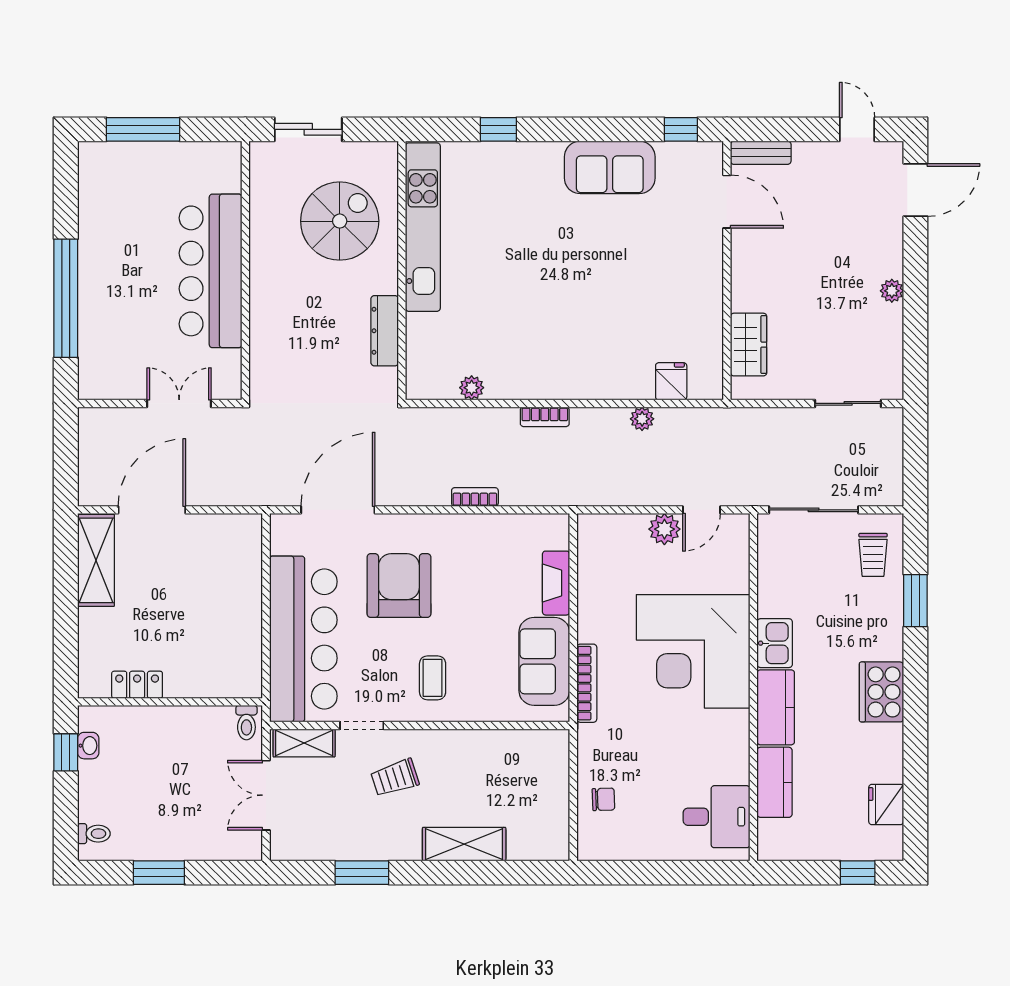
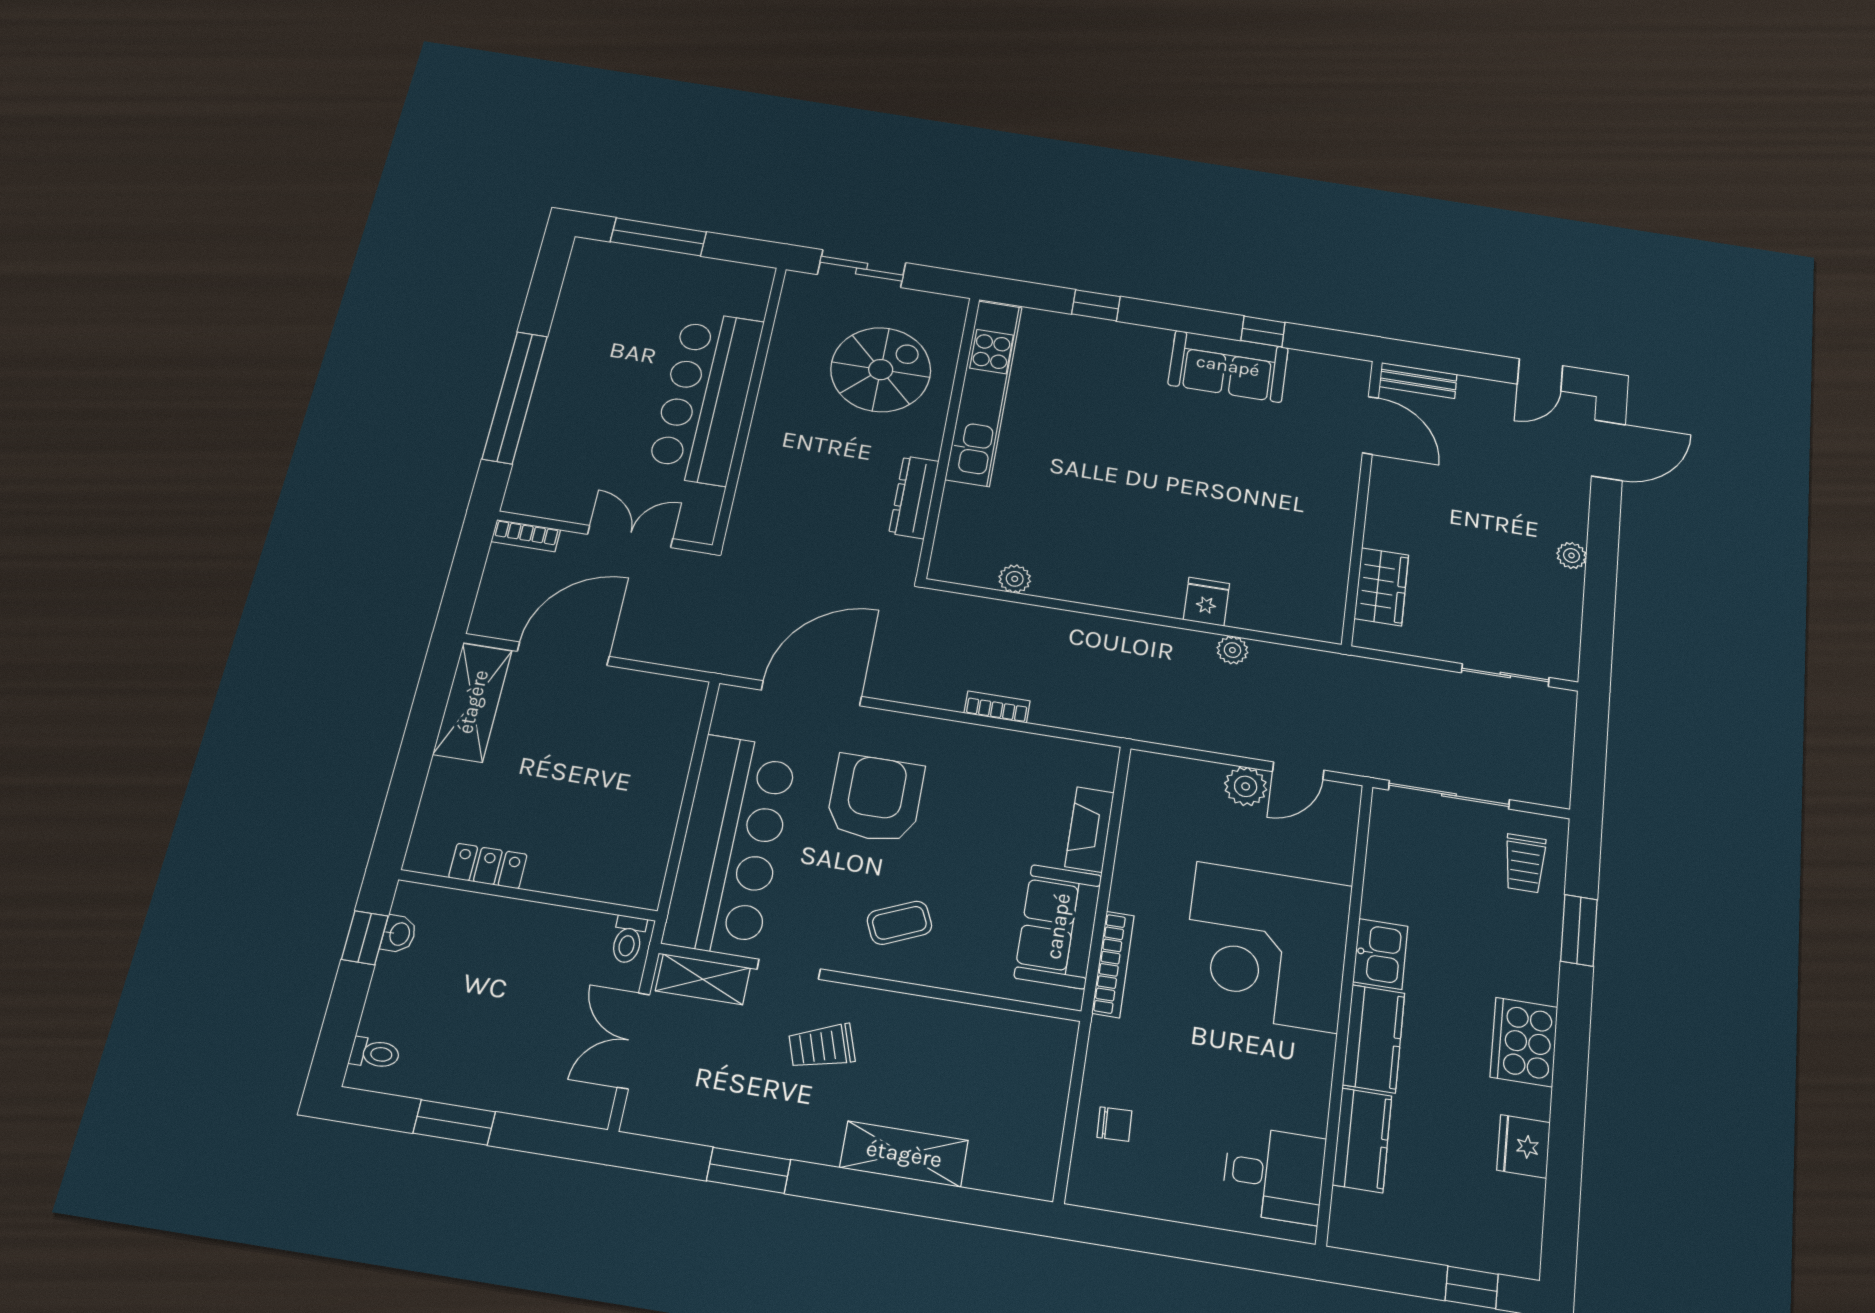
window: (681, 129) -> (1263, 331), moved
door: (857, 129) -> (1540, 375), swing flipped
fridge: (671, 381) -> (1206, 602), moved
bookcase: (545, 417) -> (526, 536), moved
coffee table: (433, 678) -> (899, 923), turned 66
fridge: (886, 805) -> (1523, 1146), moved

